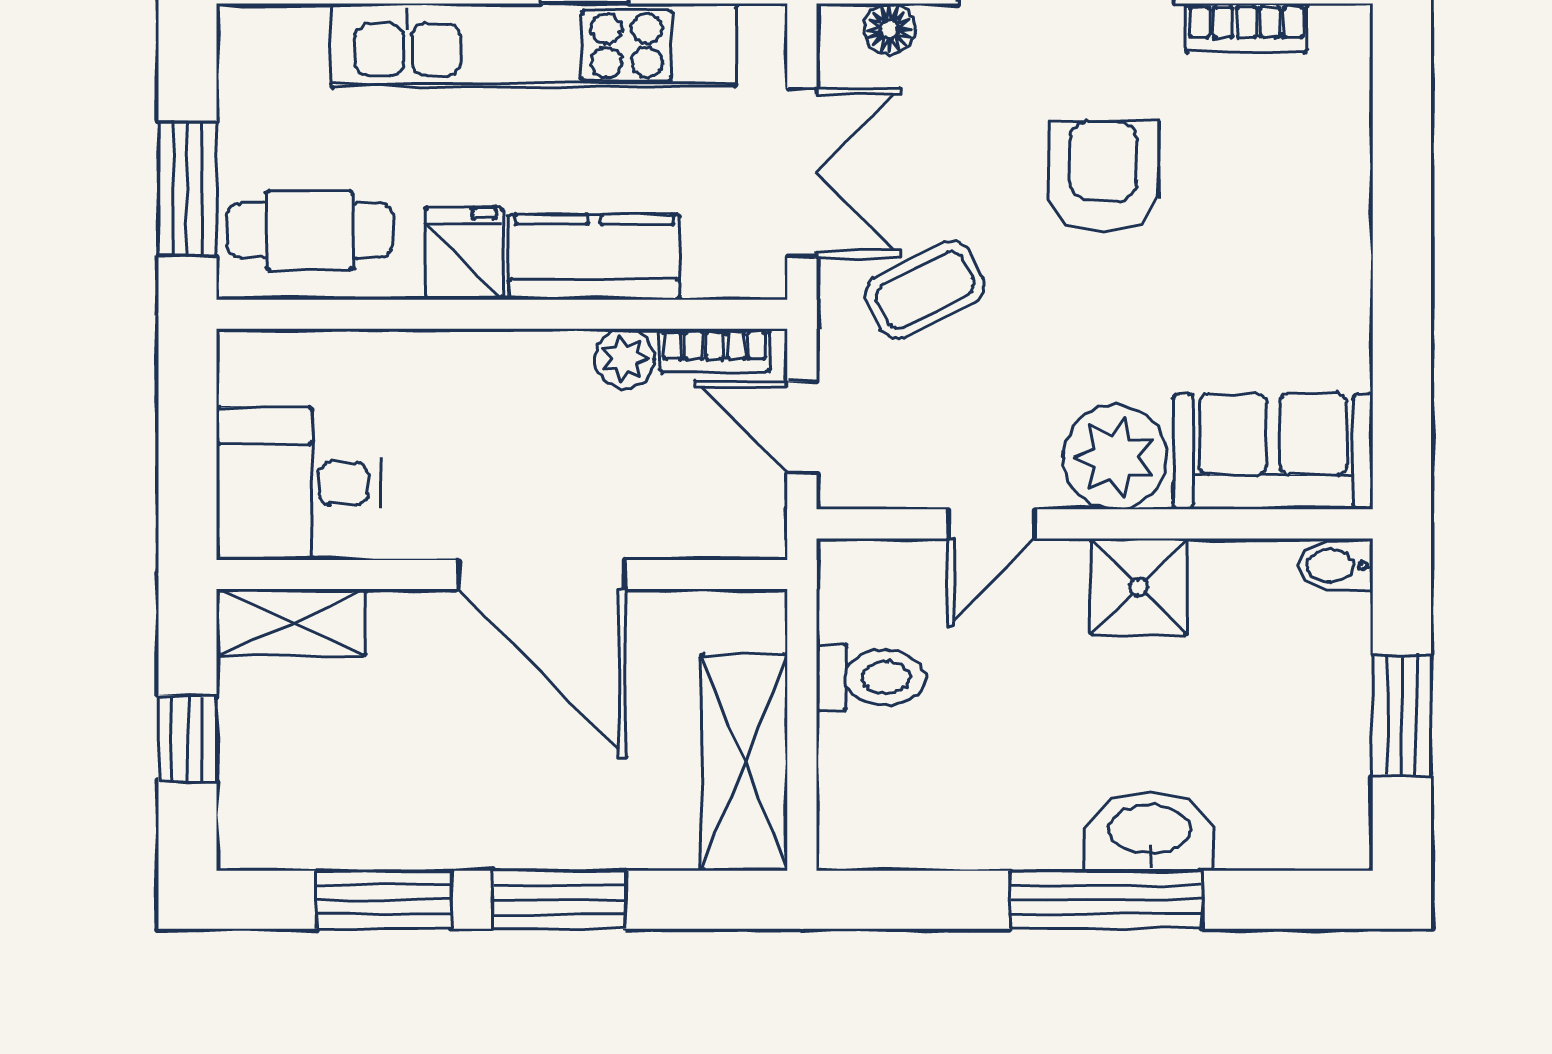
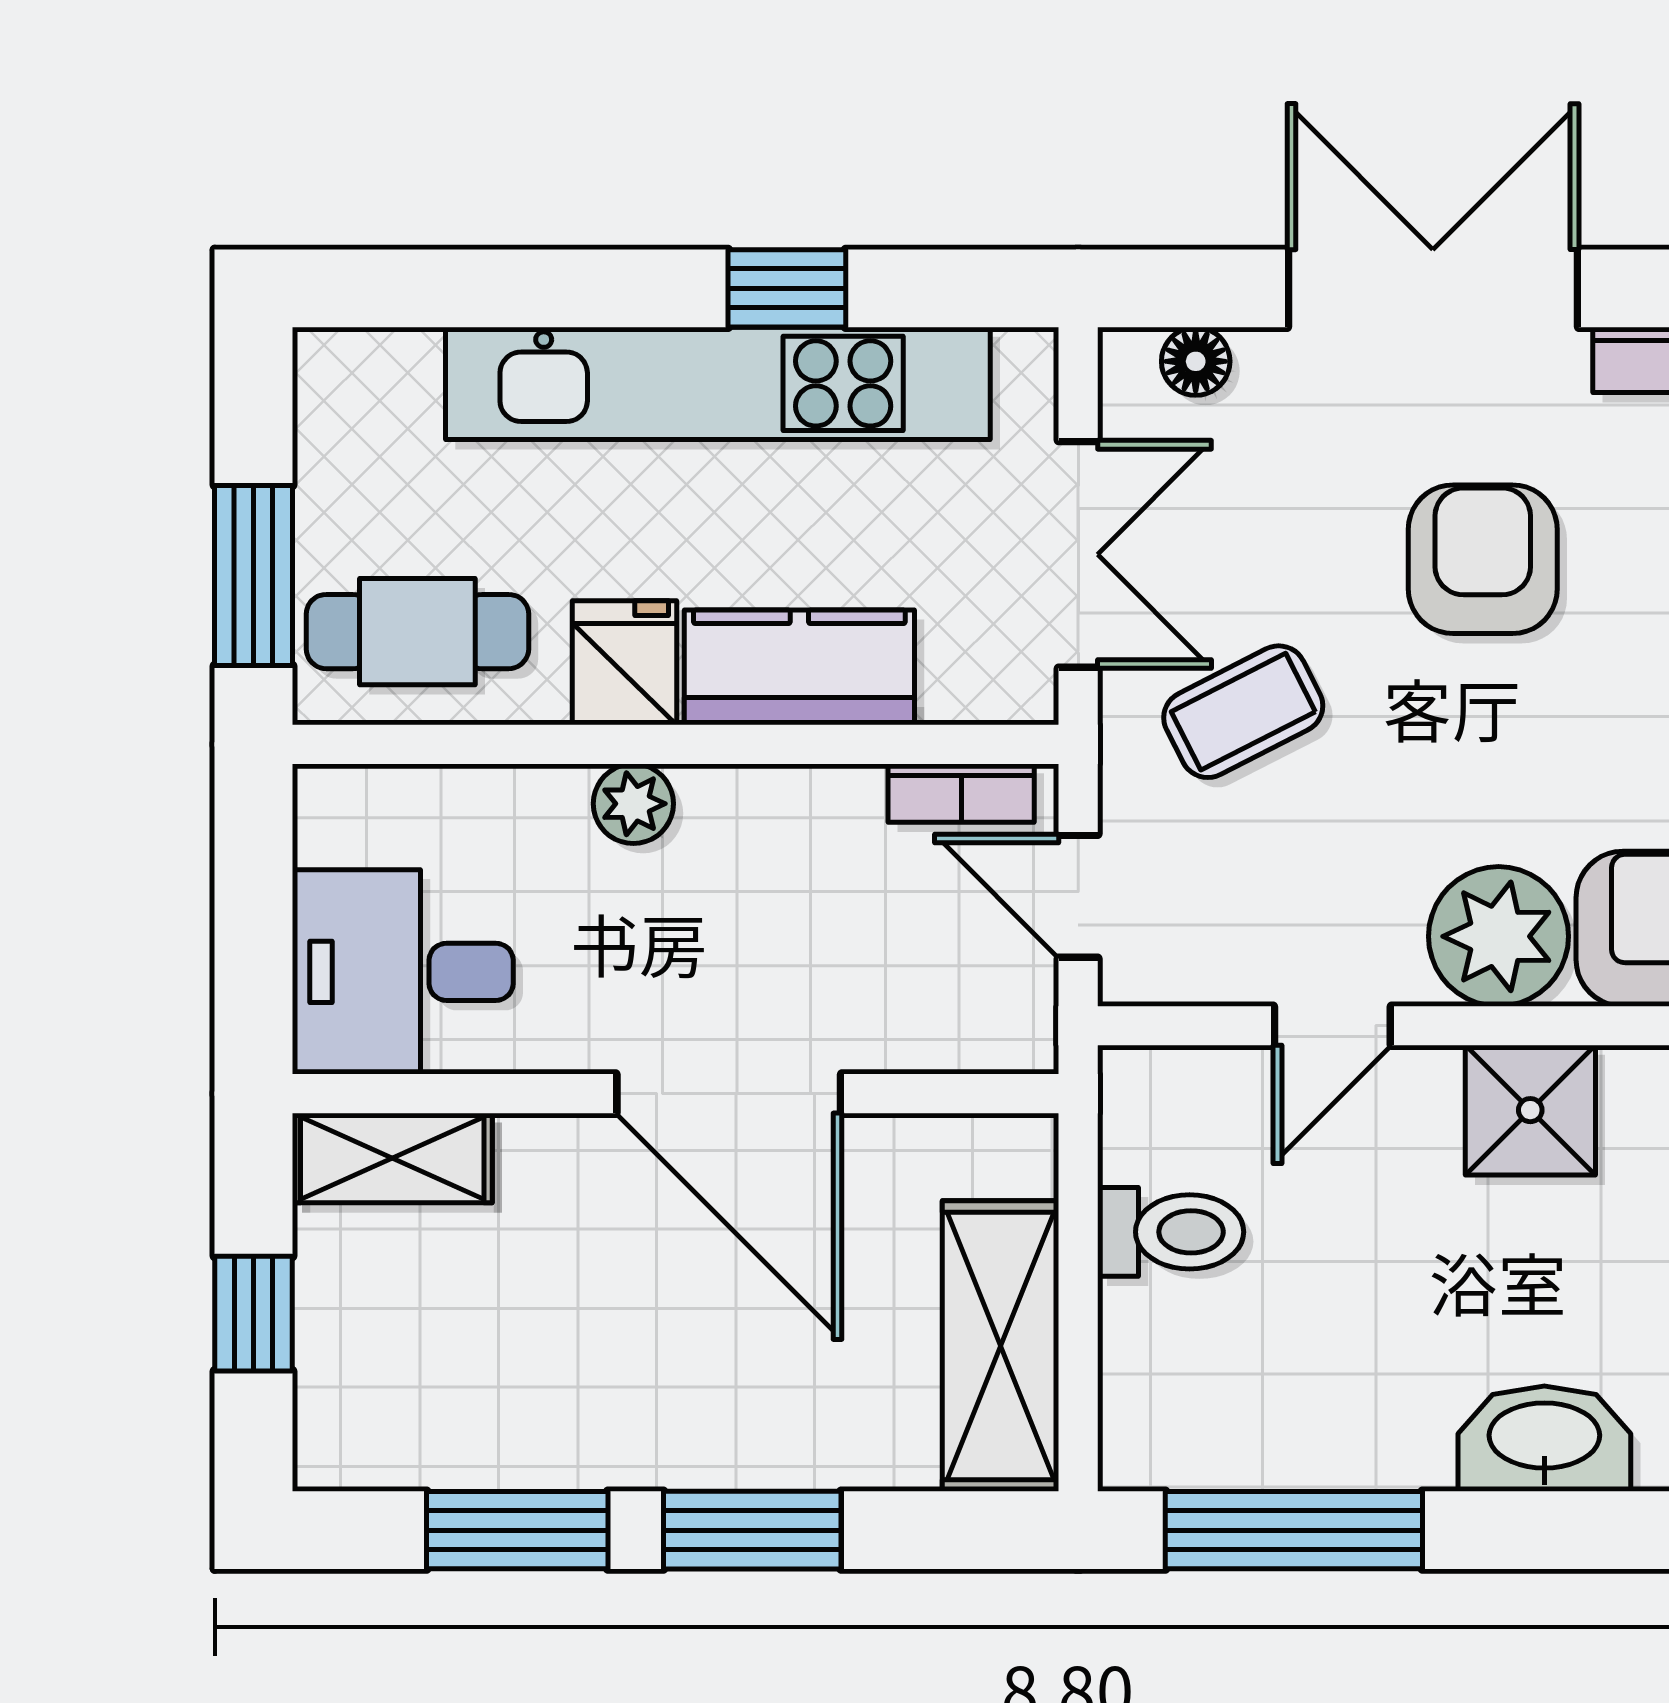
plant: (625, 359) -> (633, 804), moved
window: (1106, 900) -> (1294, 1530), moved

